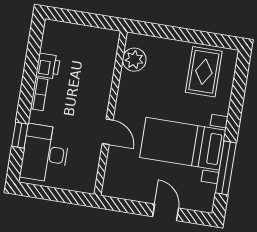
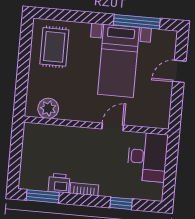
window: (34, 46) -> (43, 196), added
rug: (204, 72) -> (54, 47), turned 90
desk: (45, 153) -> (147, 157), moved, turned -90

